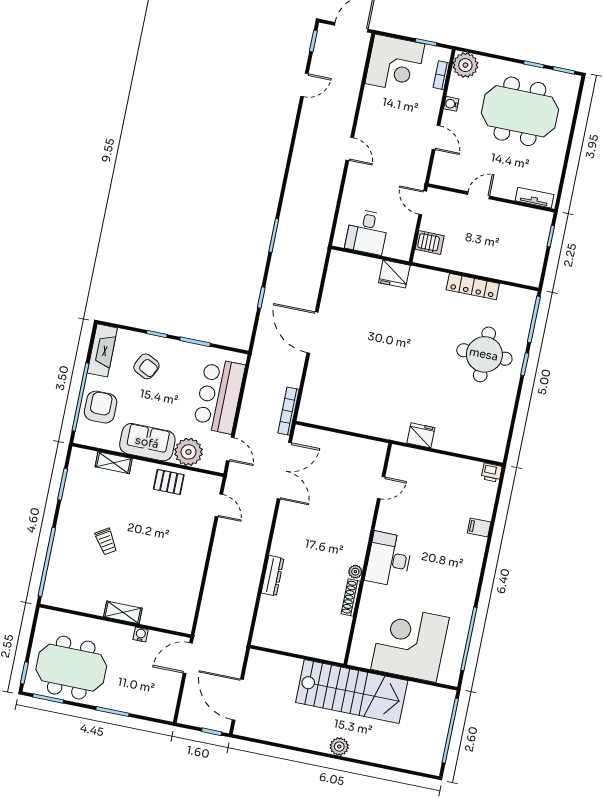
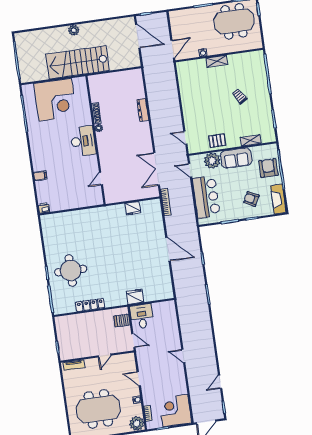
desk: (367, 232) -> (142, 316), moved
armchair: (101, 407) -> (268, 168), turned 180
fridge: (421, 435) -> (133, 208), moved

